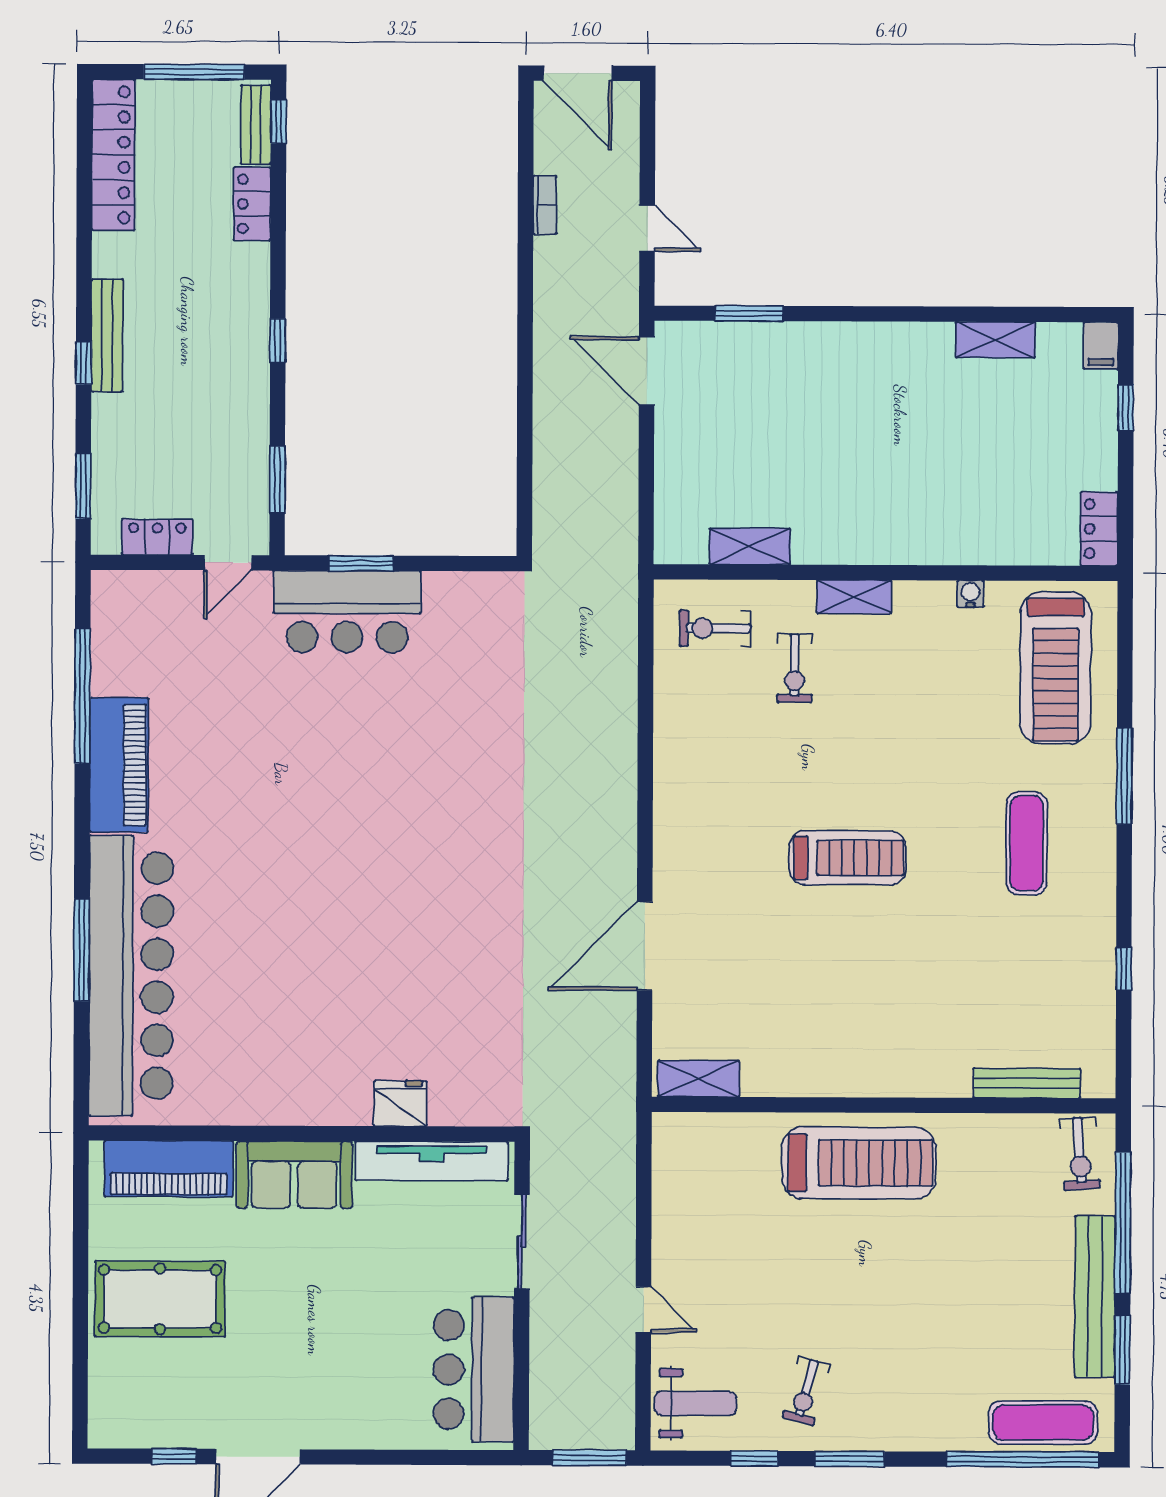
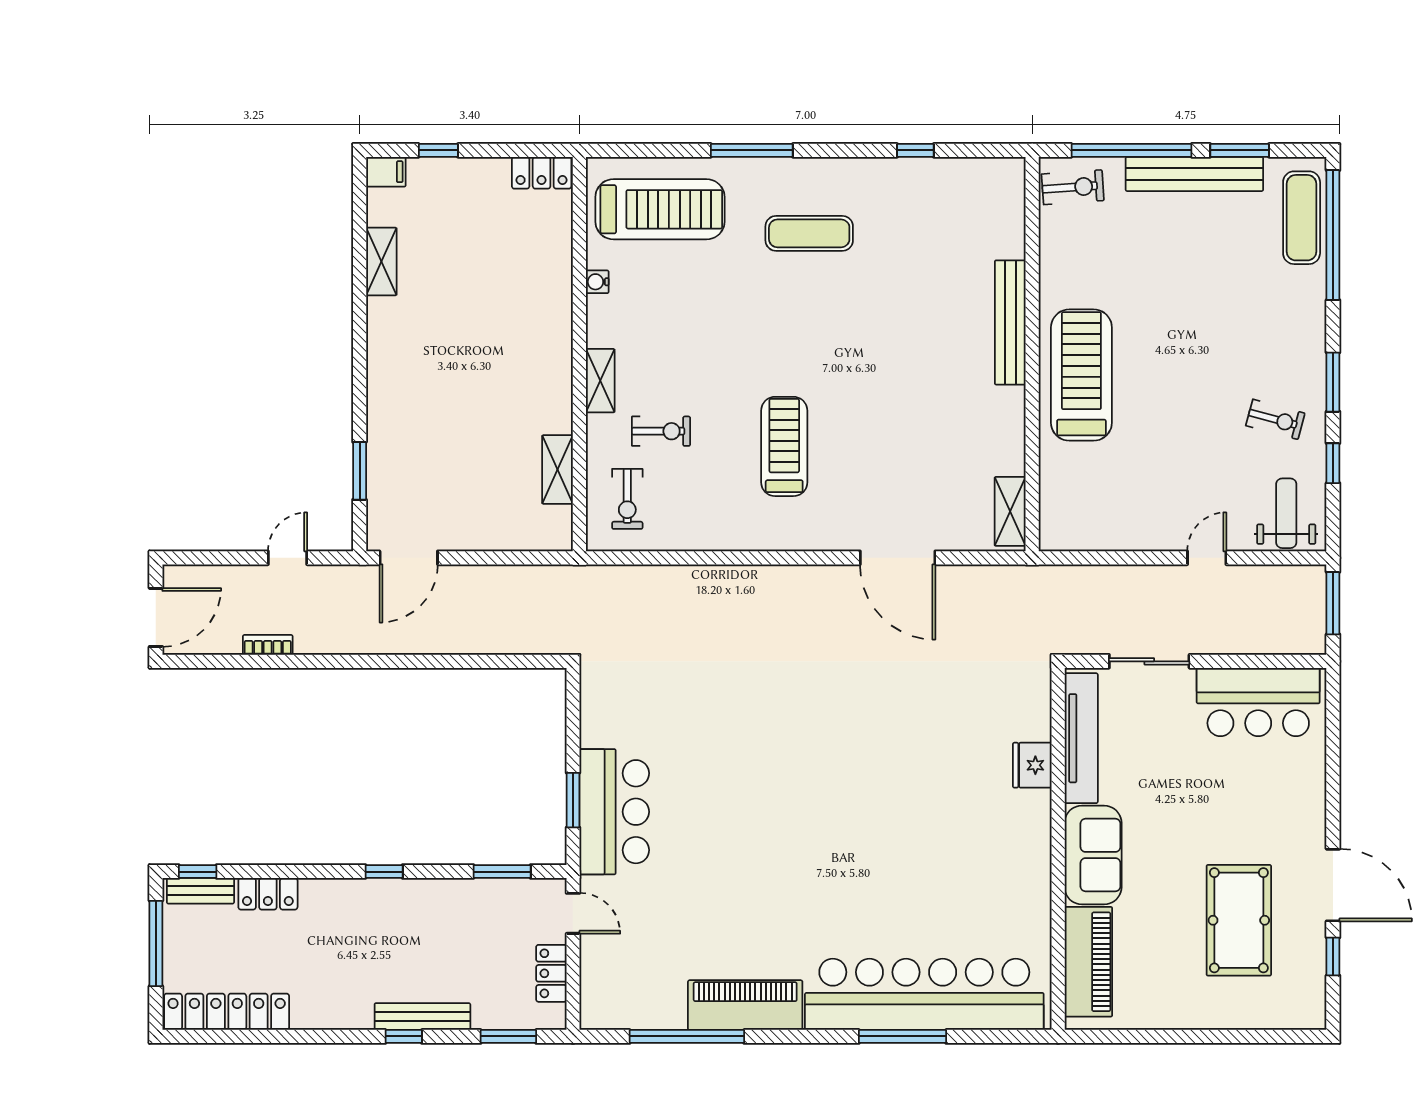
bench: (107, 335) -> (422, 1017), moved
treadmill: (847, 858) -> (784, 446), moved
bench: (1027, 1083) -> (1010, 322), moved, width x1.37, depth x1.21
pool table: (160, 1299) -> (1239, 920), moved

